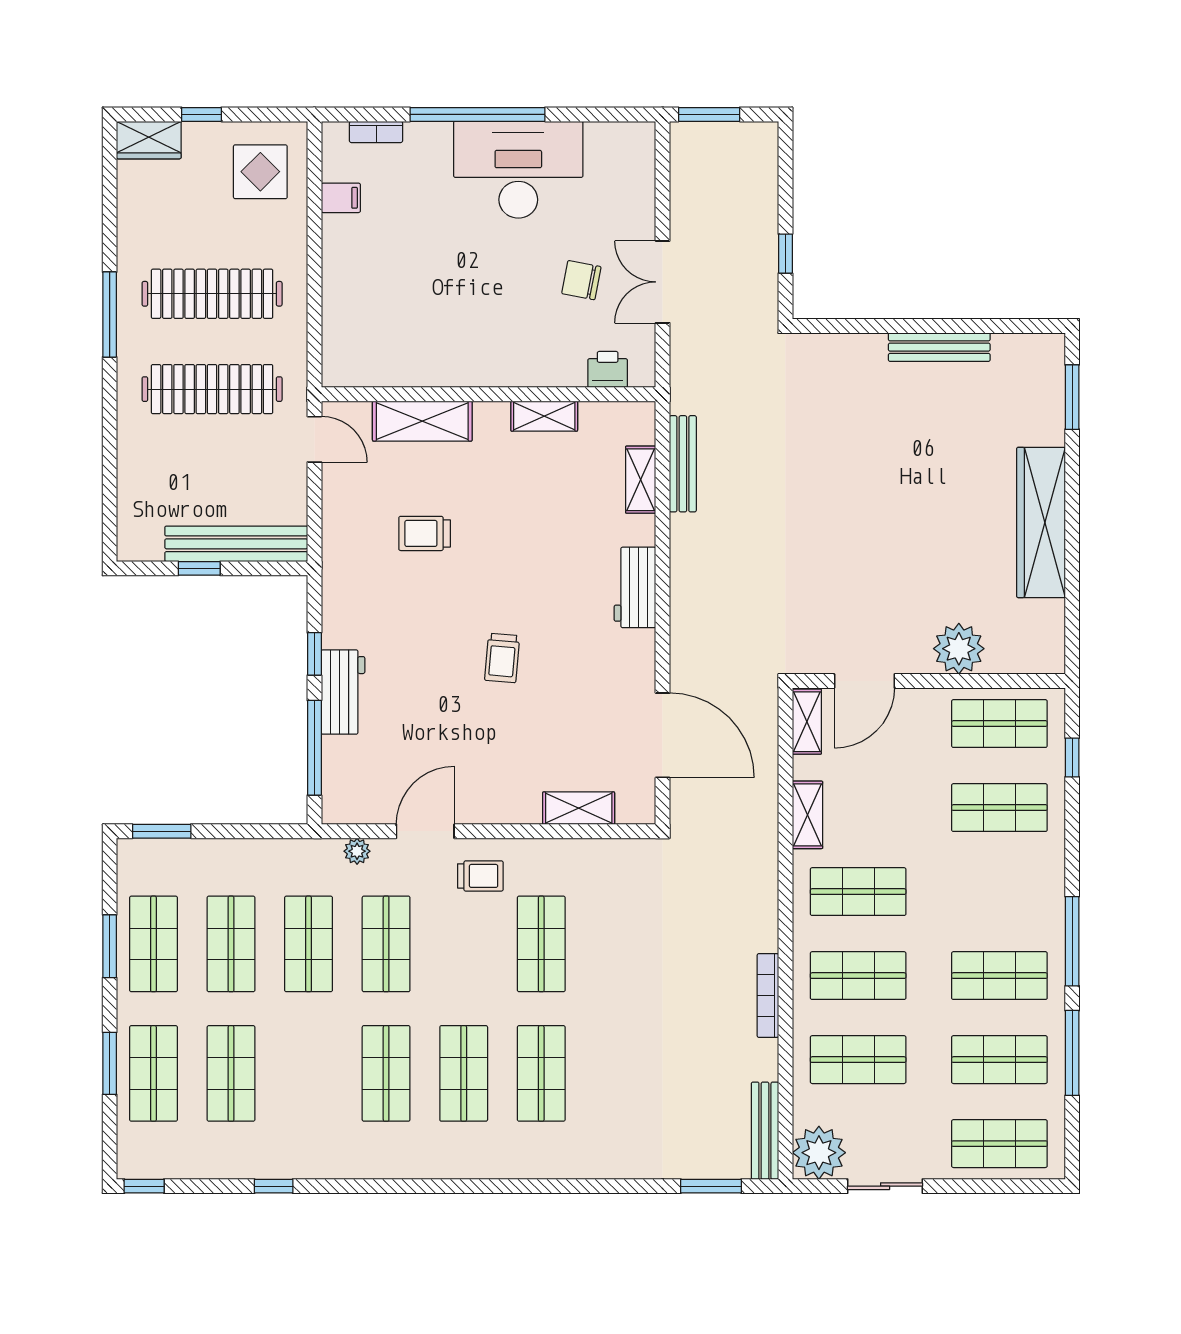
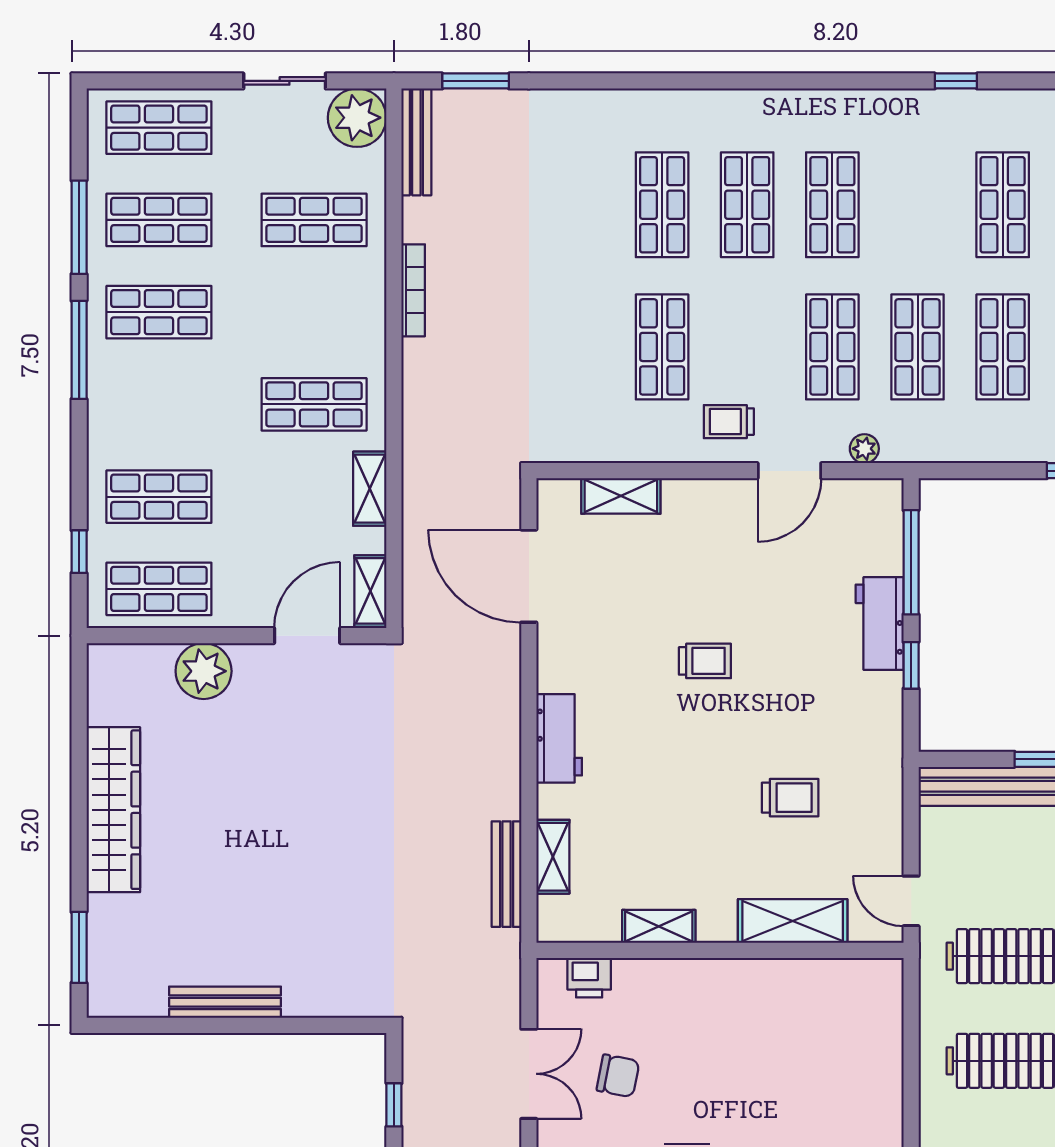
trolley: (502, 658) -> (705, 661), turned 85
shop shelf: (858, 976) -> (314, 312), removed

